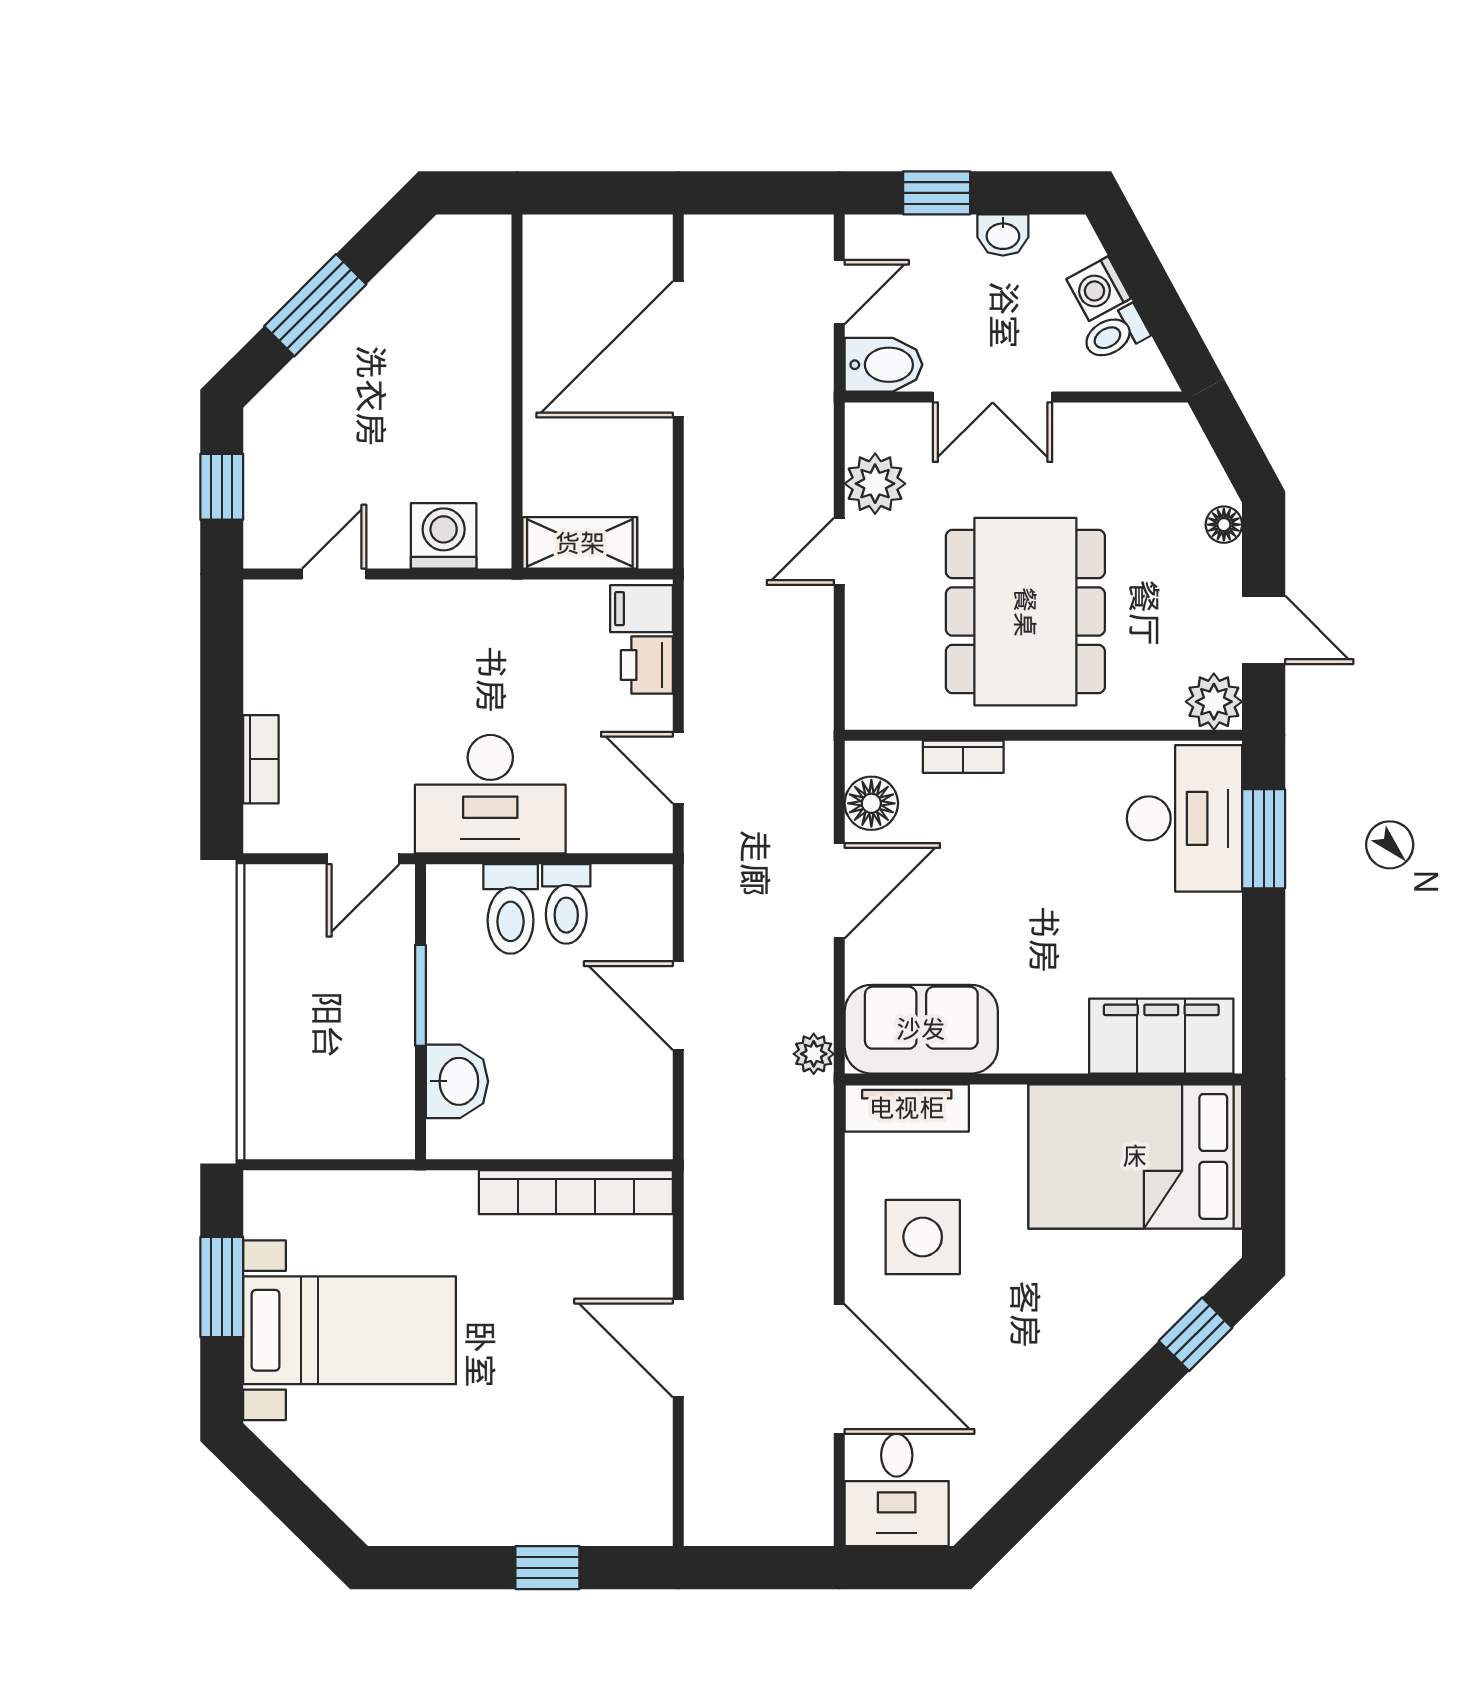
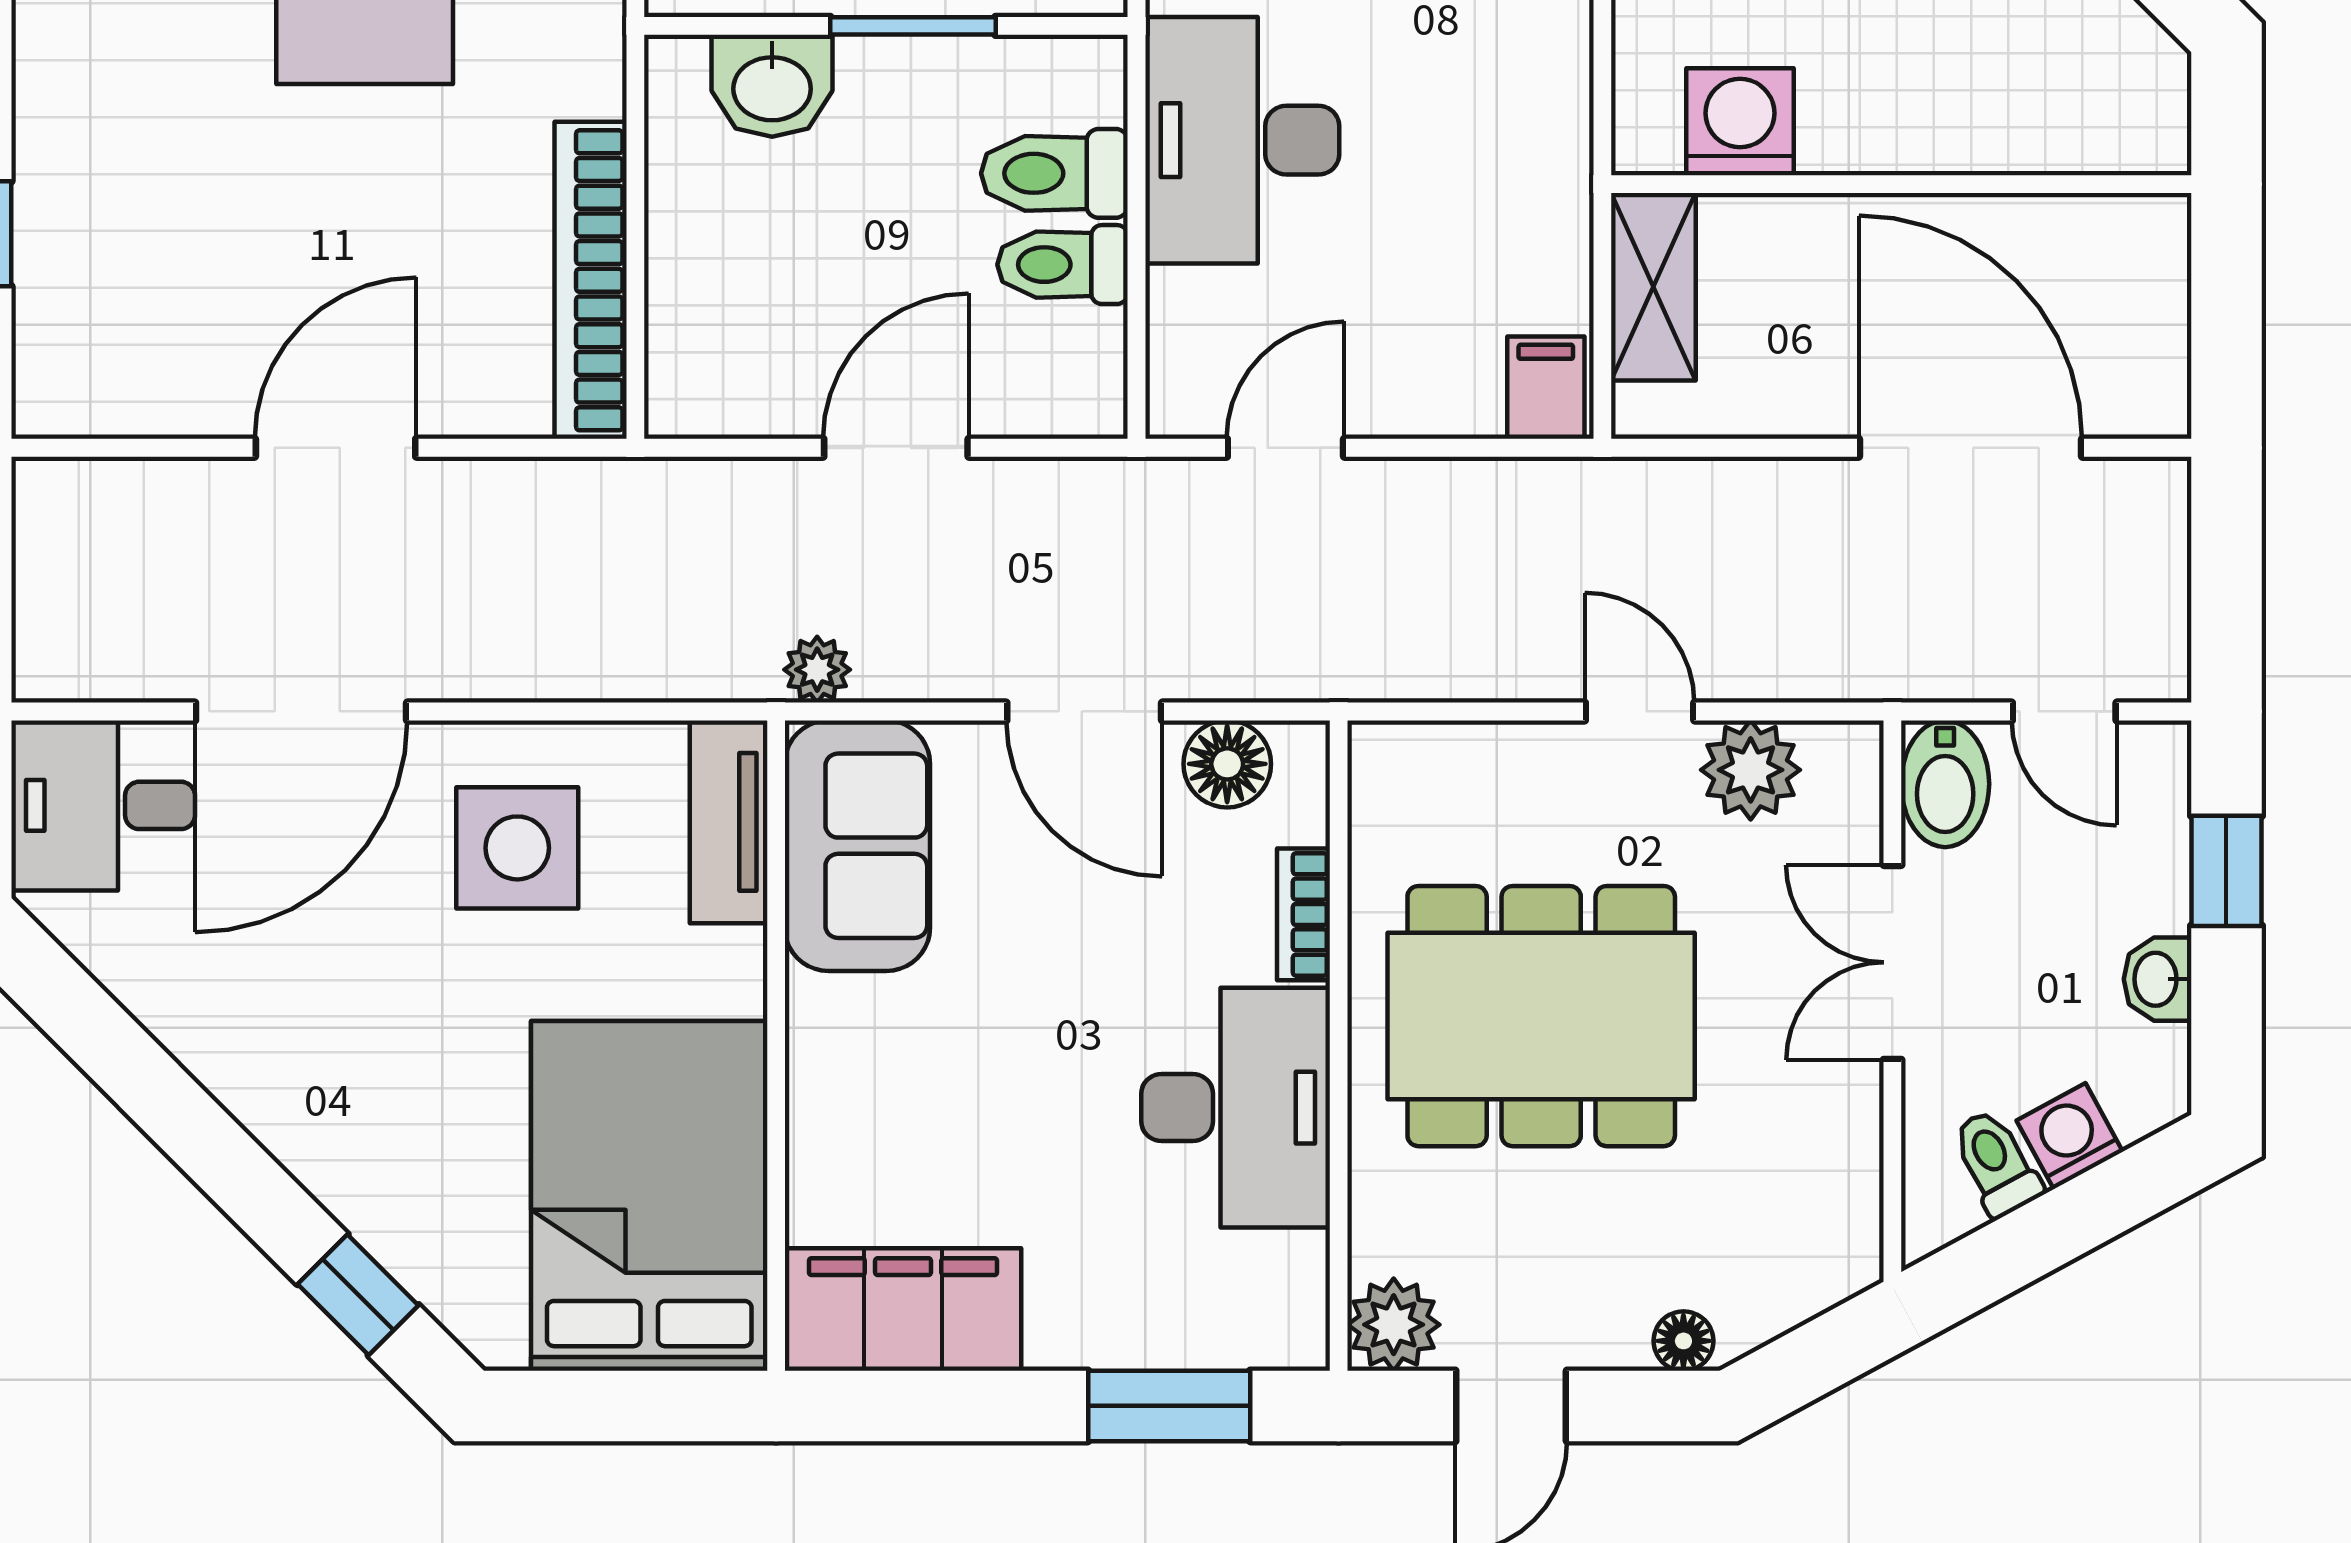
washing machine: (444, 536) -> (1740, 122), moved, turned -90
printer: (647, 665) -> (1454, 396), removed
desk: (1184, 818) -> (1236, 1108), moved, turned -90
filing cabinet: (1161, 1036) -> (903, 1309), moved, turned -90

